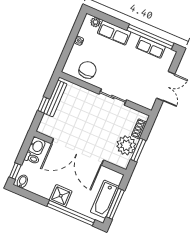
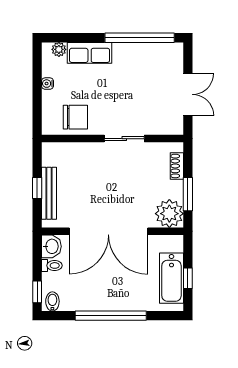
row of seats: (151, 47) -> (146, 52), removed
chair: (88, 70) -> (75, 117), turned 90
bench: (55, 98) -> (49, 193), moved
plant: (126, 145) -> (169, 214), moved
shower: (61, 196) -> (111, 299), removed
window: (115, 204) -> (188, 278), width x0.46
window: (71, 213) -> (111, 316), moved

